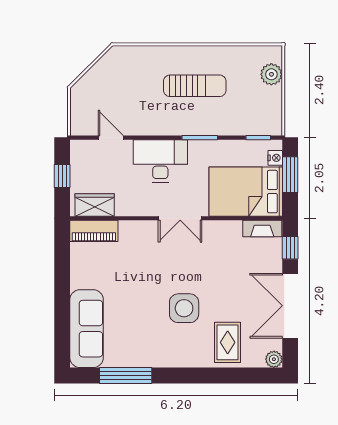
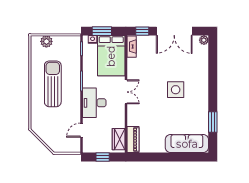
sun lounger: (195, 86) -> (53, 84), width x1.36, depth x1.34
rug: (228, 342) -> (194, 66), removed
window: (126, 376) -> (213, 122), width x0.69

